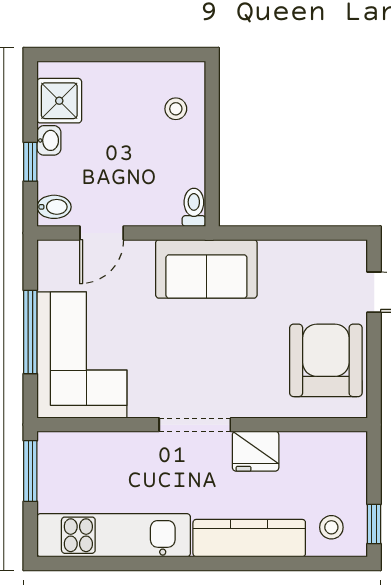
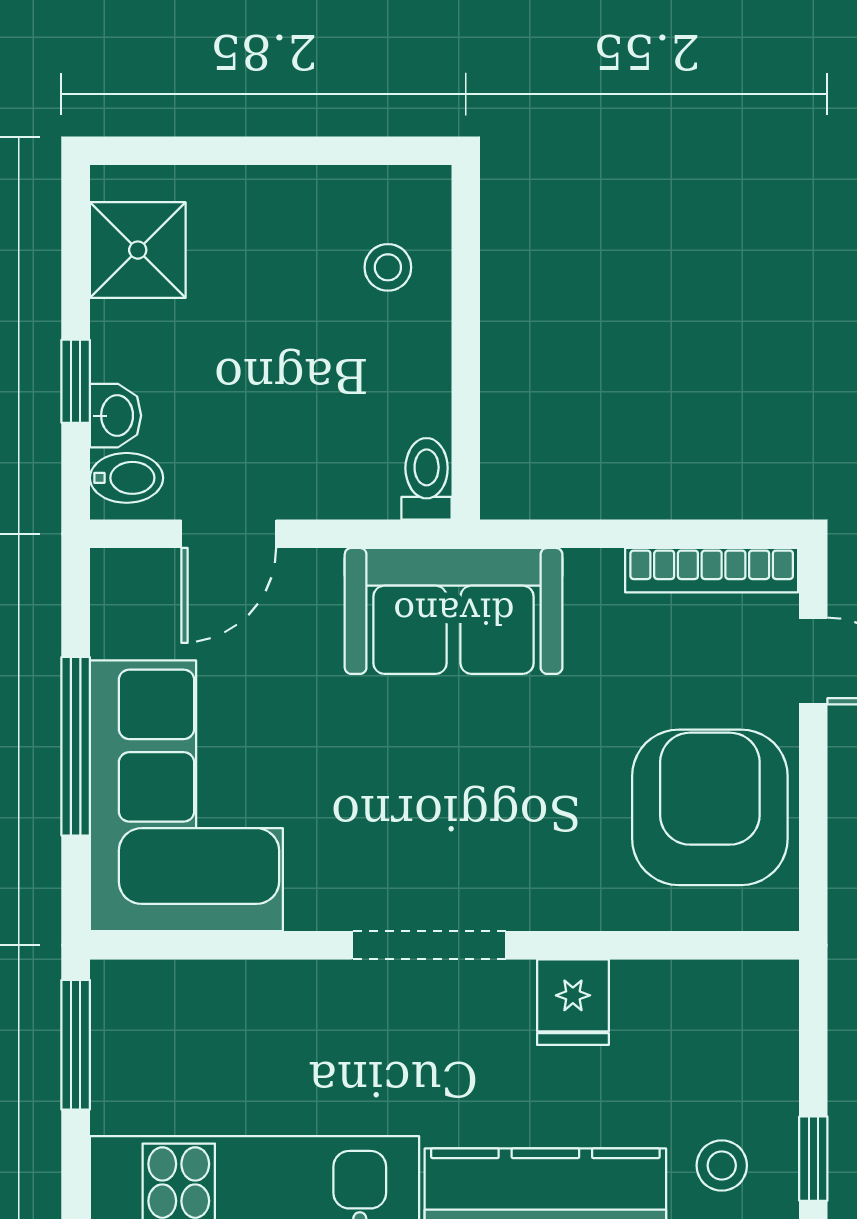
washbasin: (49, 140) -> (116, 416), moved
bookcase: (327, 250) -> (712, 570), added
fridge: (256, 451) -> (573, 1002), width x0.72

